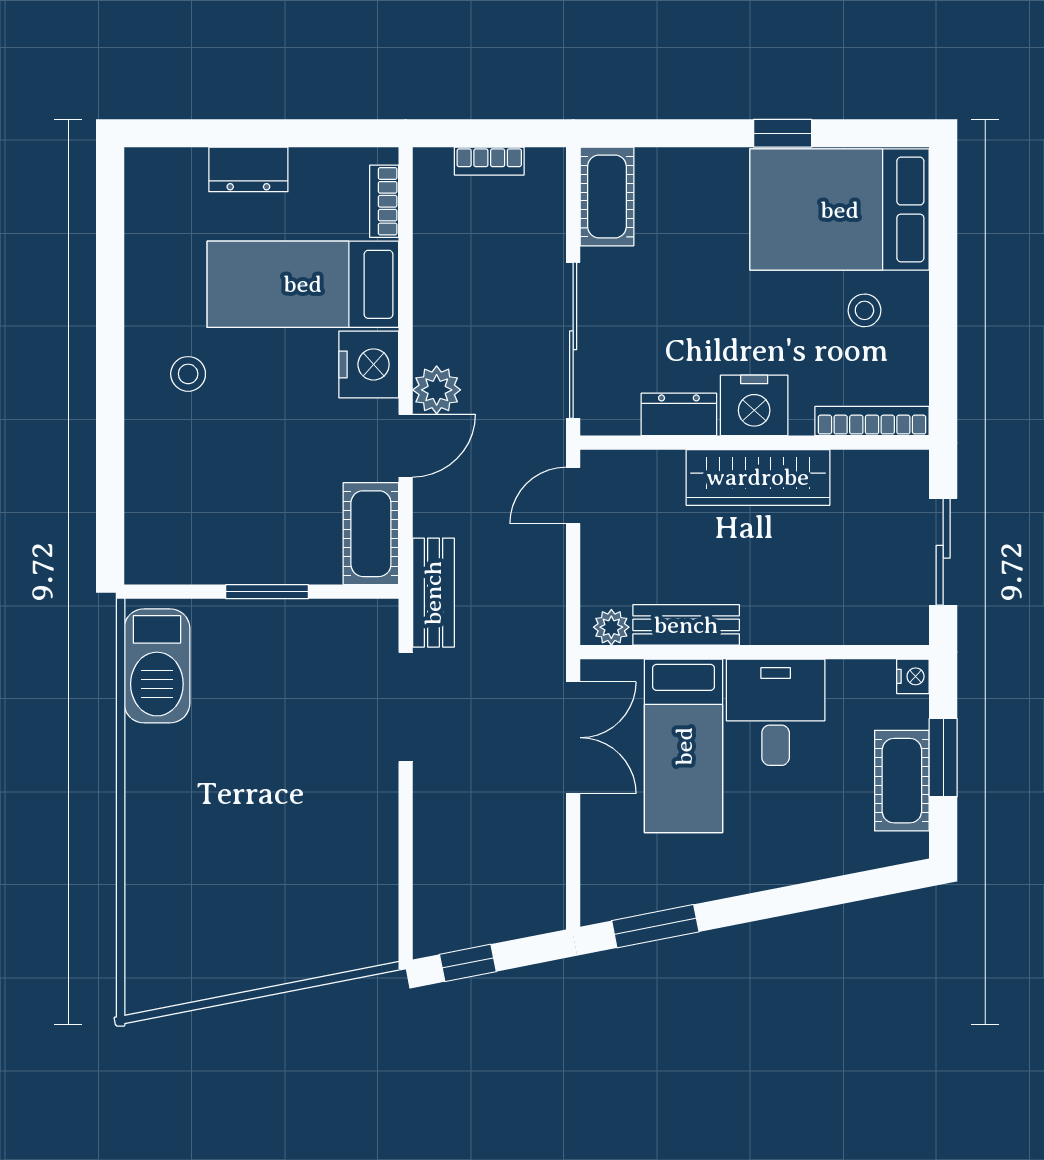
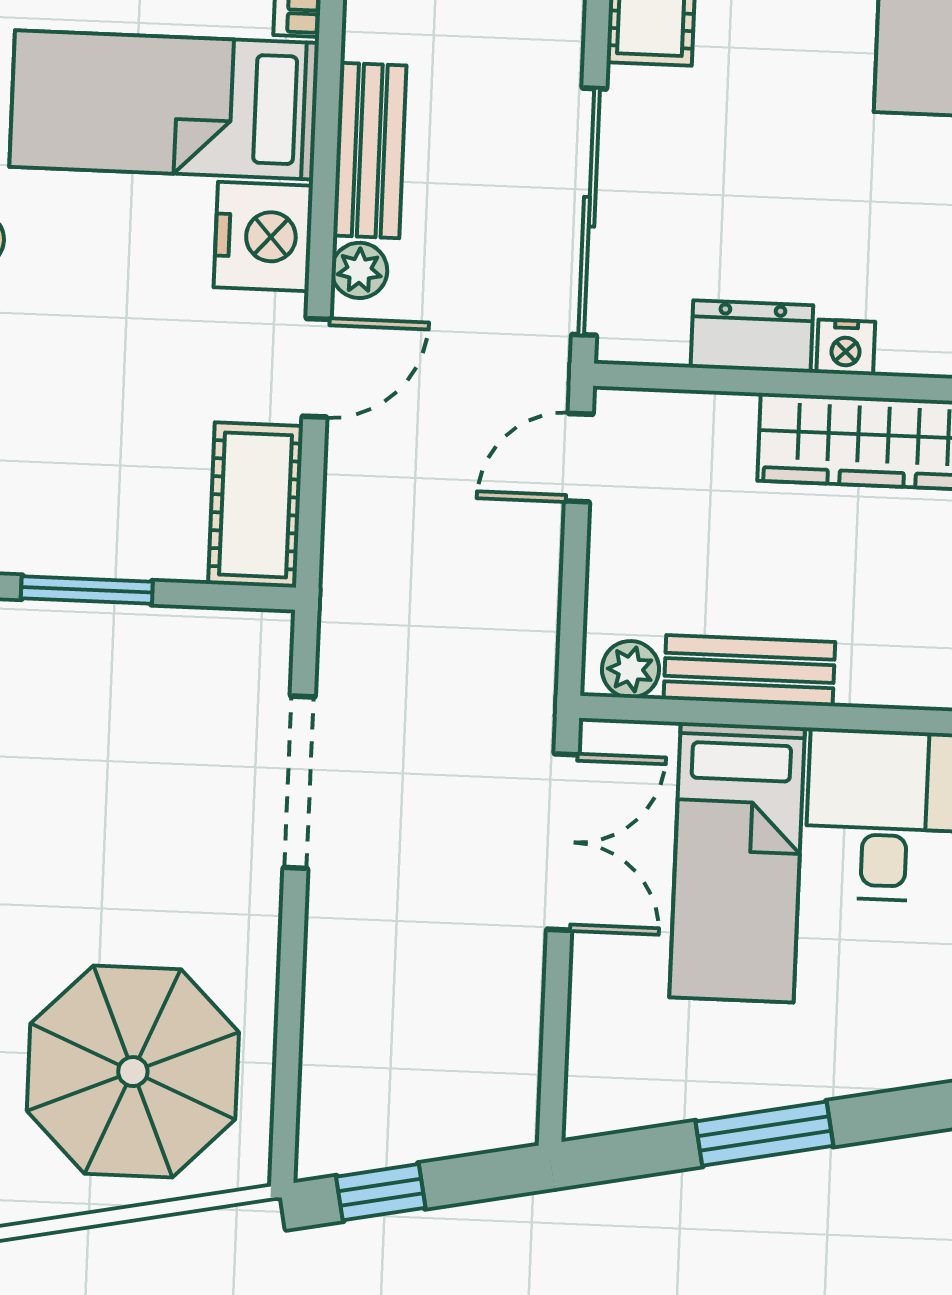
plant: (437, 390) -> (359, 270), width x0.73, depth x0.73
nightstand: (754, 405) -> (846, 347), width x0.53, depth x0.56
bench: (433, 593) -> (370, 151), moved
parasol: (309, 894) -> (133, 1072), added
window: (655, 926) -> (764, 1134), moved

